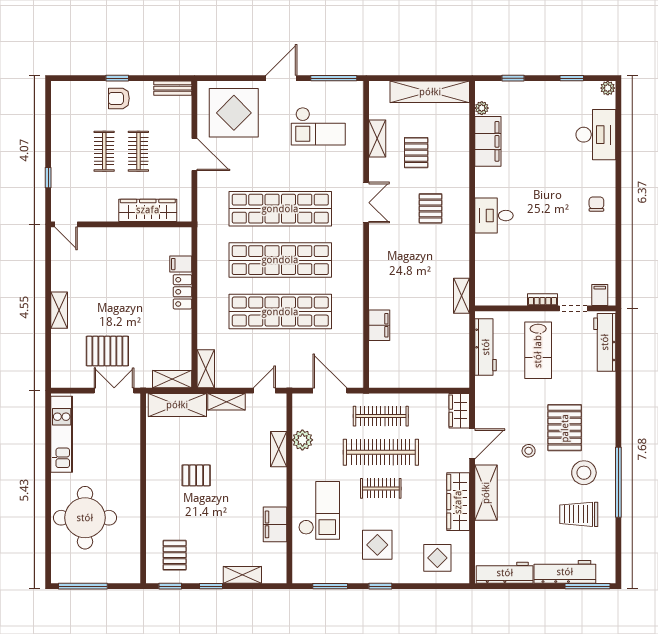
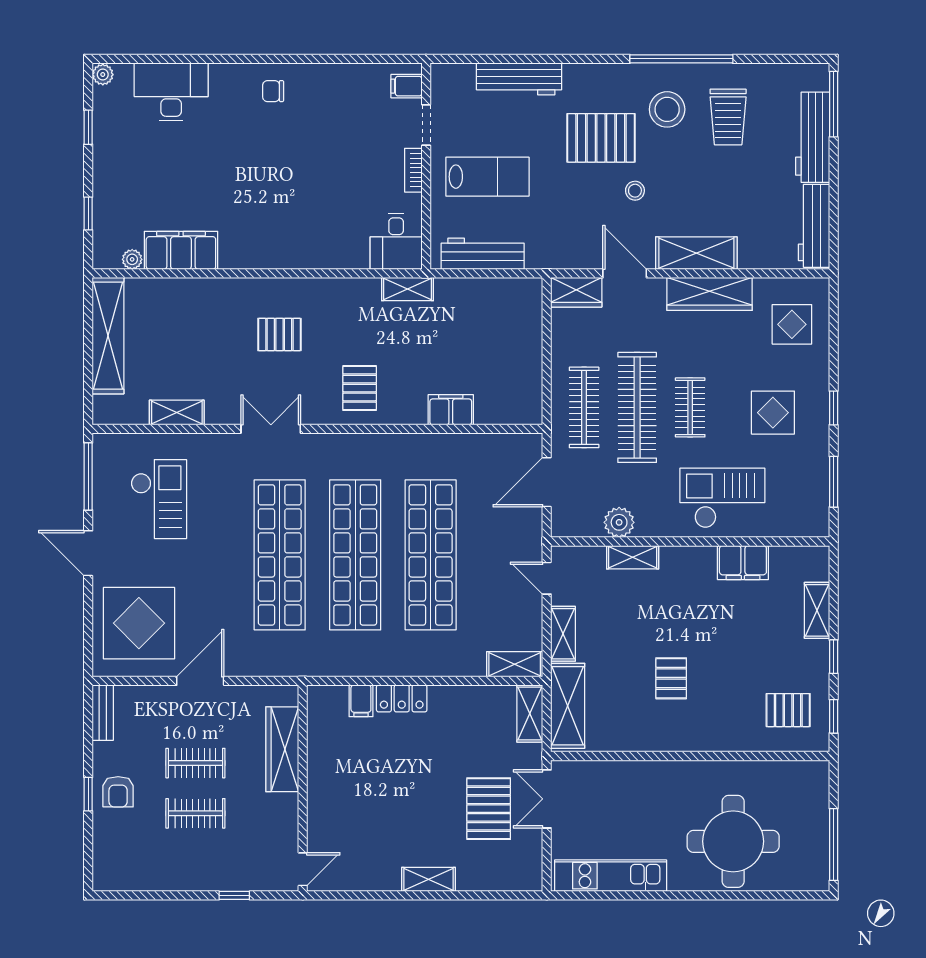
pallet: (416, 153) -> (360, 388), moved, turned 90
desk: (494, 216) -> (396, 241), moved
workbench: (605, 342) -> (519, 79), moved

